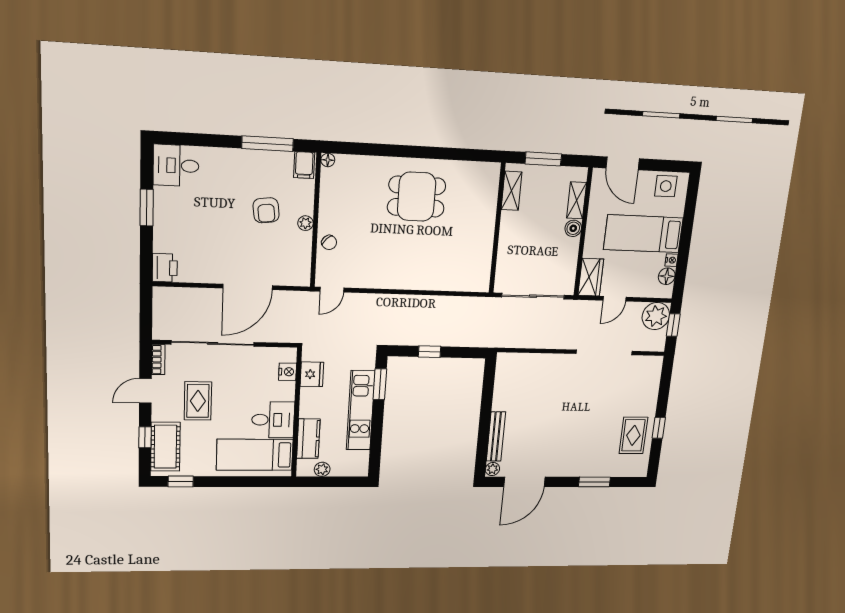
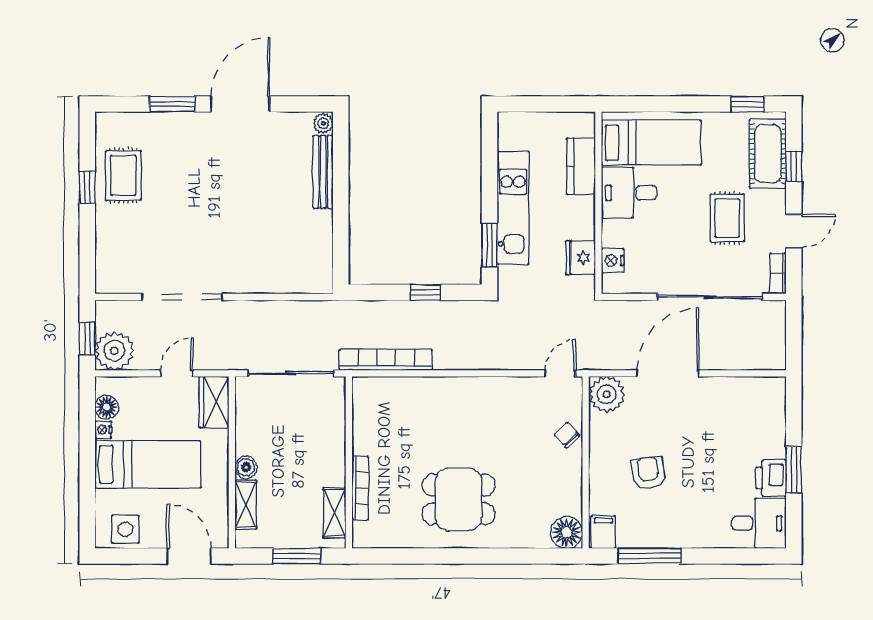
floor lamp: (328, 160) -> (567, 532), width x1.89, depth x1.89
bookcase: (491, 209) -> (360, 488), added
plant: (305, 223) -> (607, 394), moved, width x1.87, depth x1.87
printer: (165, 268) -> (771, 478), moved
bookcase: (463, 304) -> (386, 360), added
plant: (322, 469) -> (560, 122), removed
door: (524, 482) -> (240, 104), moved

